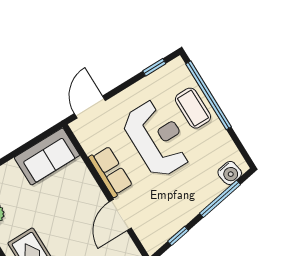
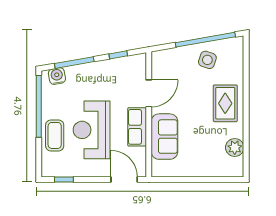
window: (208, 95) -> (39, 106), moved
door: (90, 107) -> (124, 179), swing flipped
sofa: (47, 156) -> (164, 137), moved, turned 90

